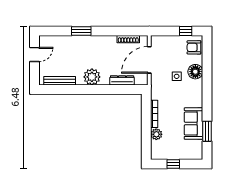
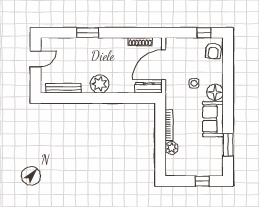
armchair: (194, 47) -> (213, 51), turned -84
floor lamp: (195, 72) -> (215, 92), moved
dresser: (122, 80) -> (149, 88), moved
sofa: (193, 124) -> (213, 119), moved
window: (173, 164) -> (202, 181), moved

